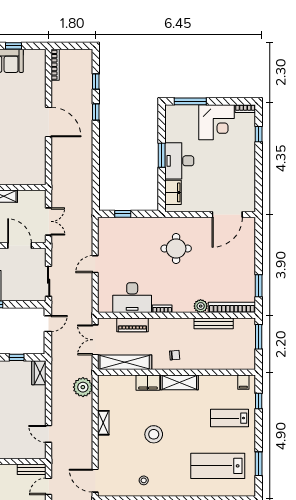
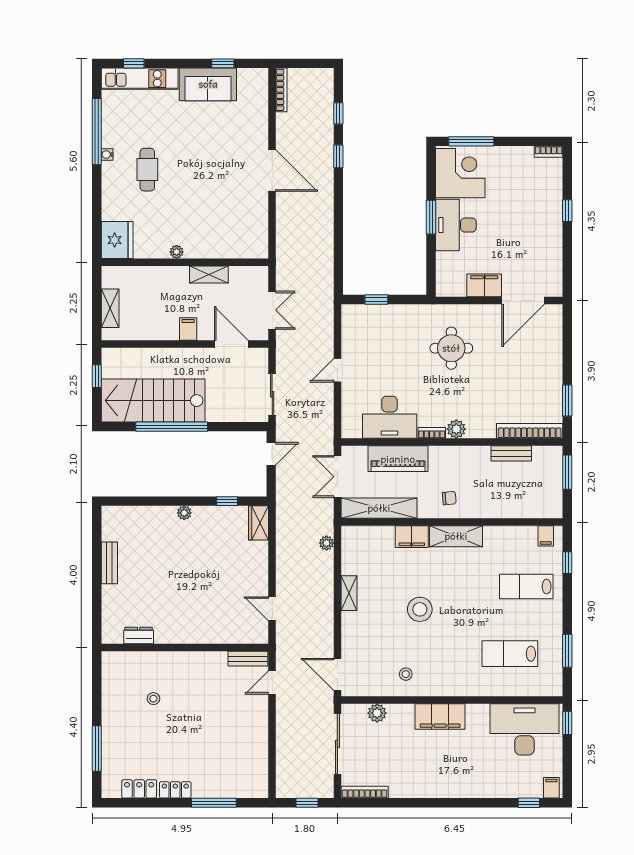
corner desk: (217, 122) -> (460, 173), moved, turned -90
window: (259, 134) -> (567, 211), moved
filing cabinet: (173, 192) -> (484, 285), moved, turned -90
plant: (201, 306) -> (456, 429), moved
bench: (214, 323) -> (511, 453), width x0.73
piano: (132, 325) -> (398, 459), width x1.37, depth x1.33
plant: (83, 387) -> (327, 543), width x0.53, depth x0.53
lab bench: (218, 466) -> (510, 654), width x0.73, depth x0.72

